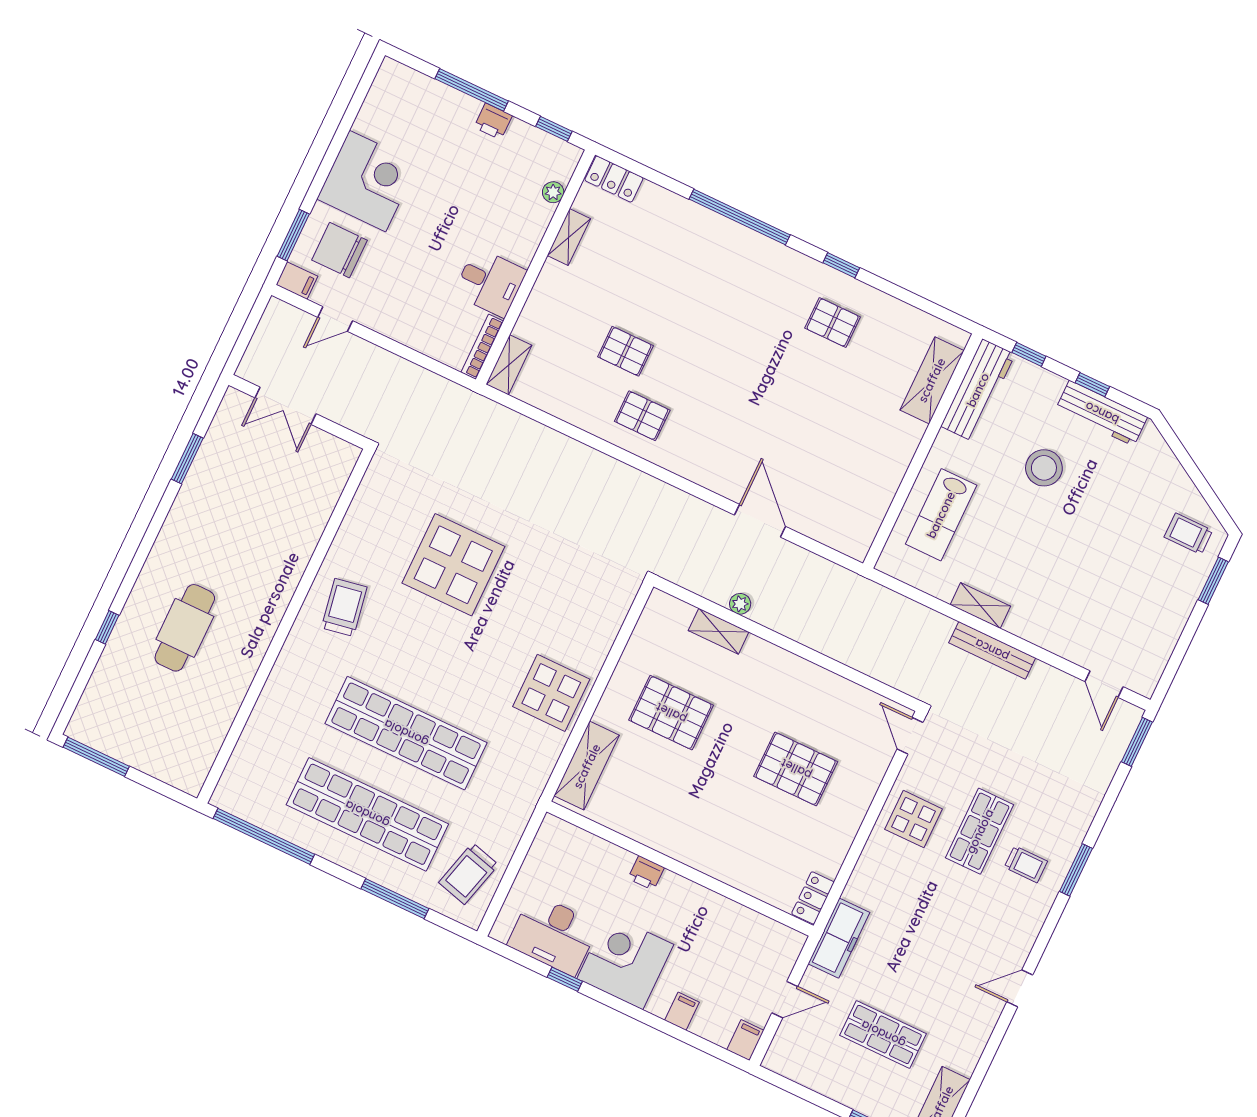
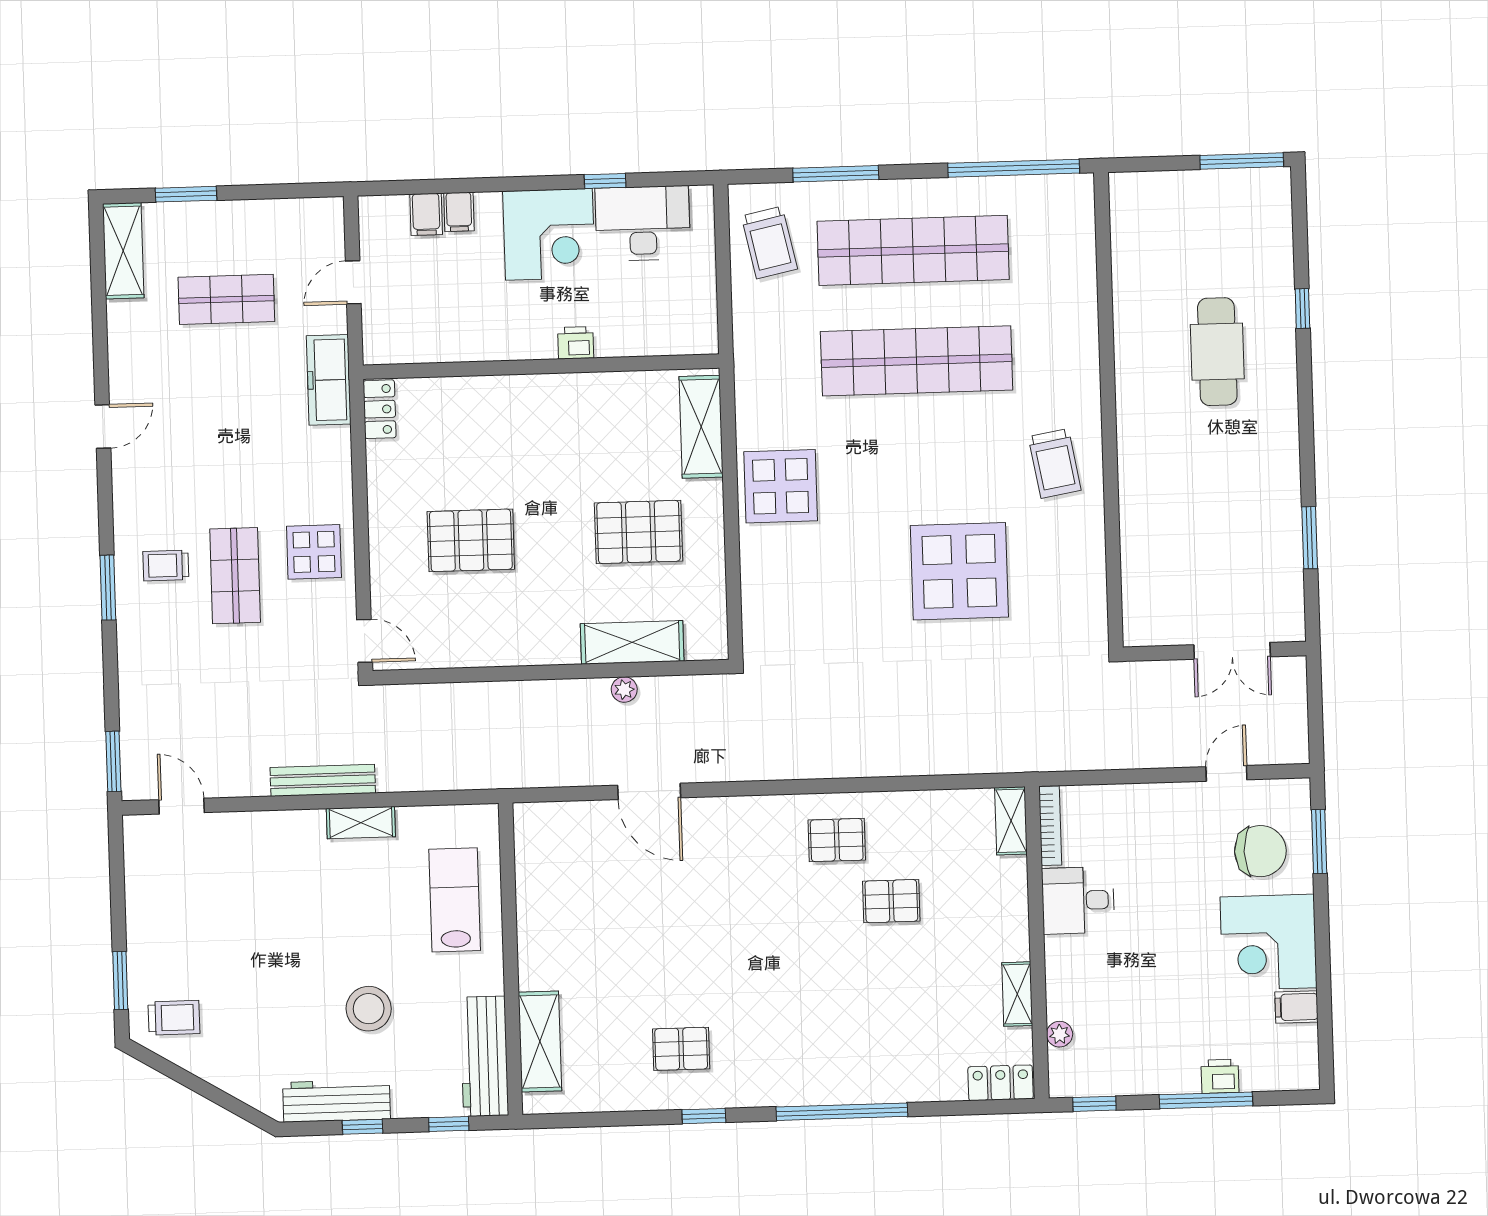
printer: (493, 121) -> (1220, 1076), moved
filing cabinet: (297, 281) -> (1296, 1007), moved
double door: (285, 406) -> (1232, 651), swing flipped
shelving: (719, 631) -> (632, 642), width x1.50, depth x1.33
trolley: (469, 874) -> (769, 243), turned 153
filing cabinet: (745, 1040) -> (426, 214), moved

